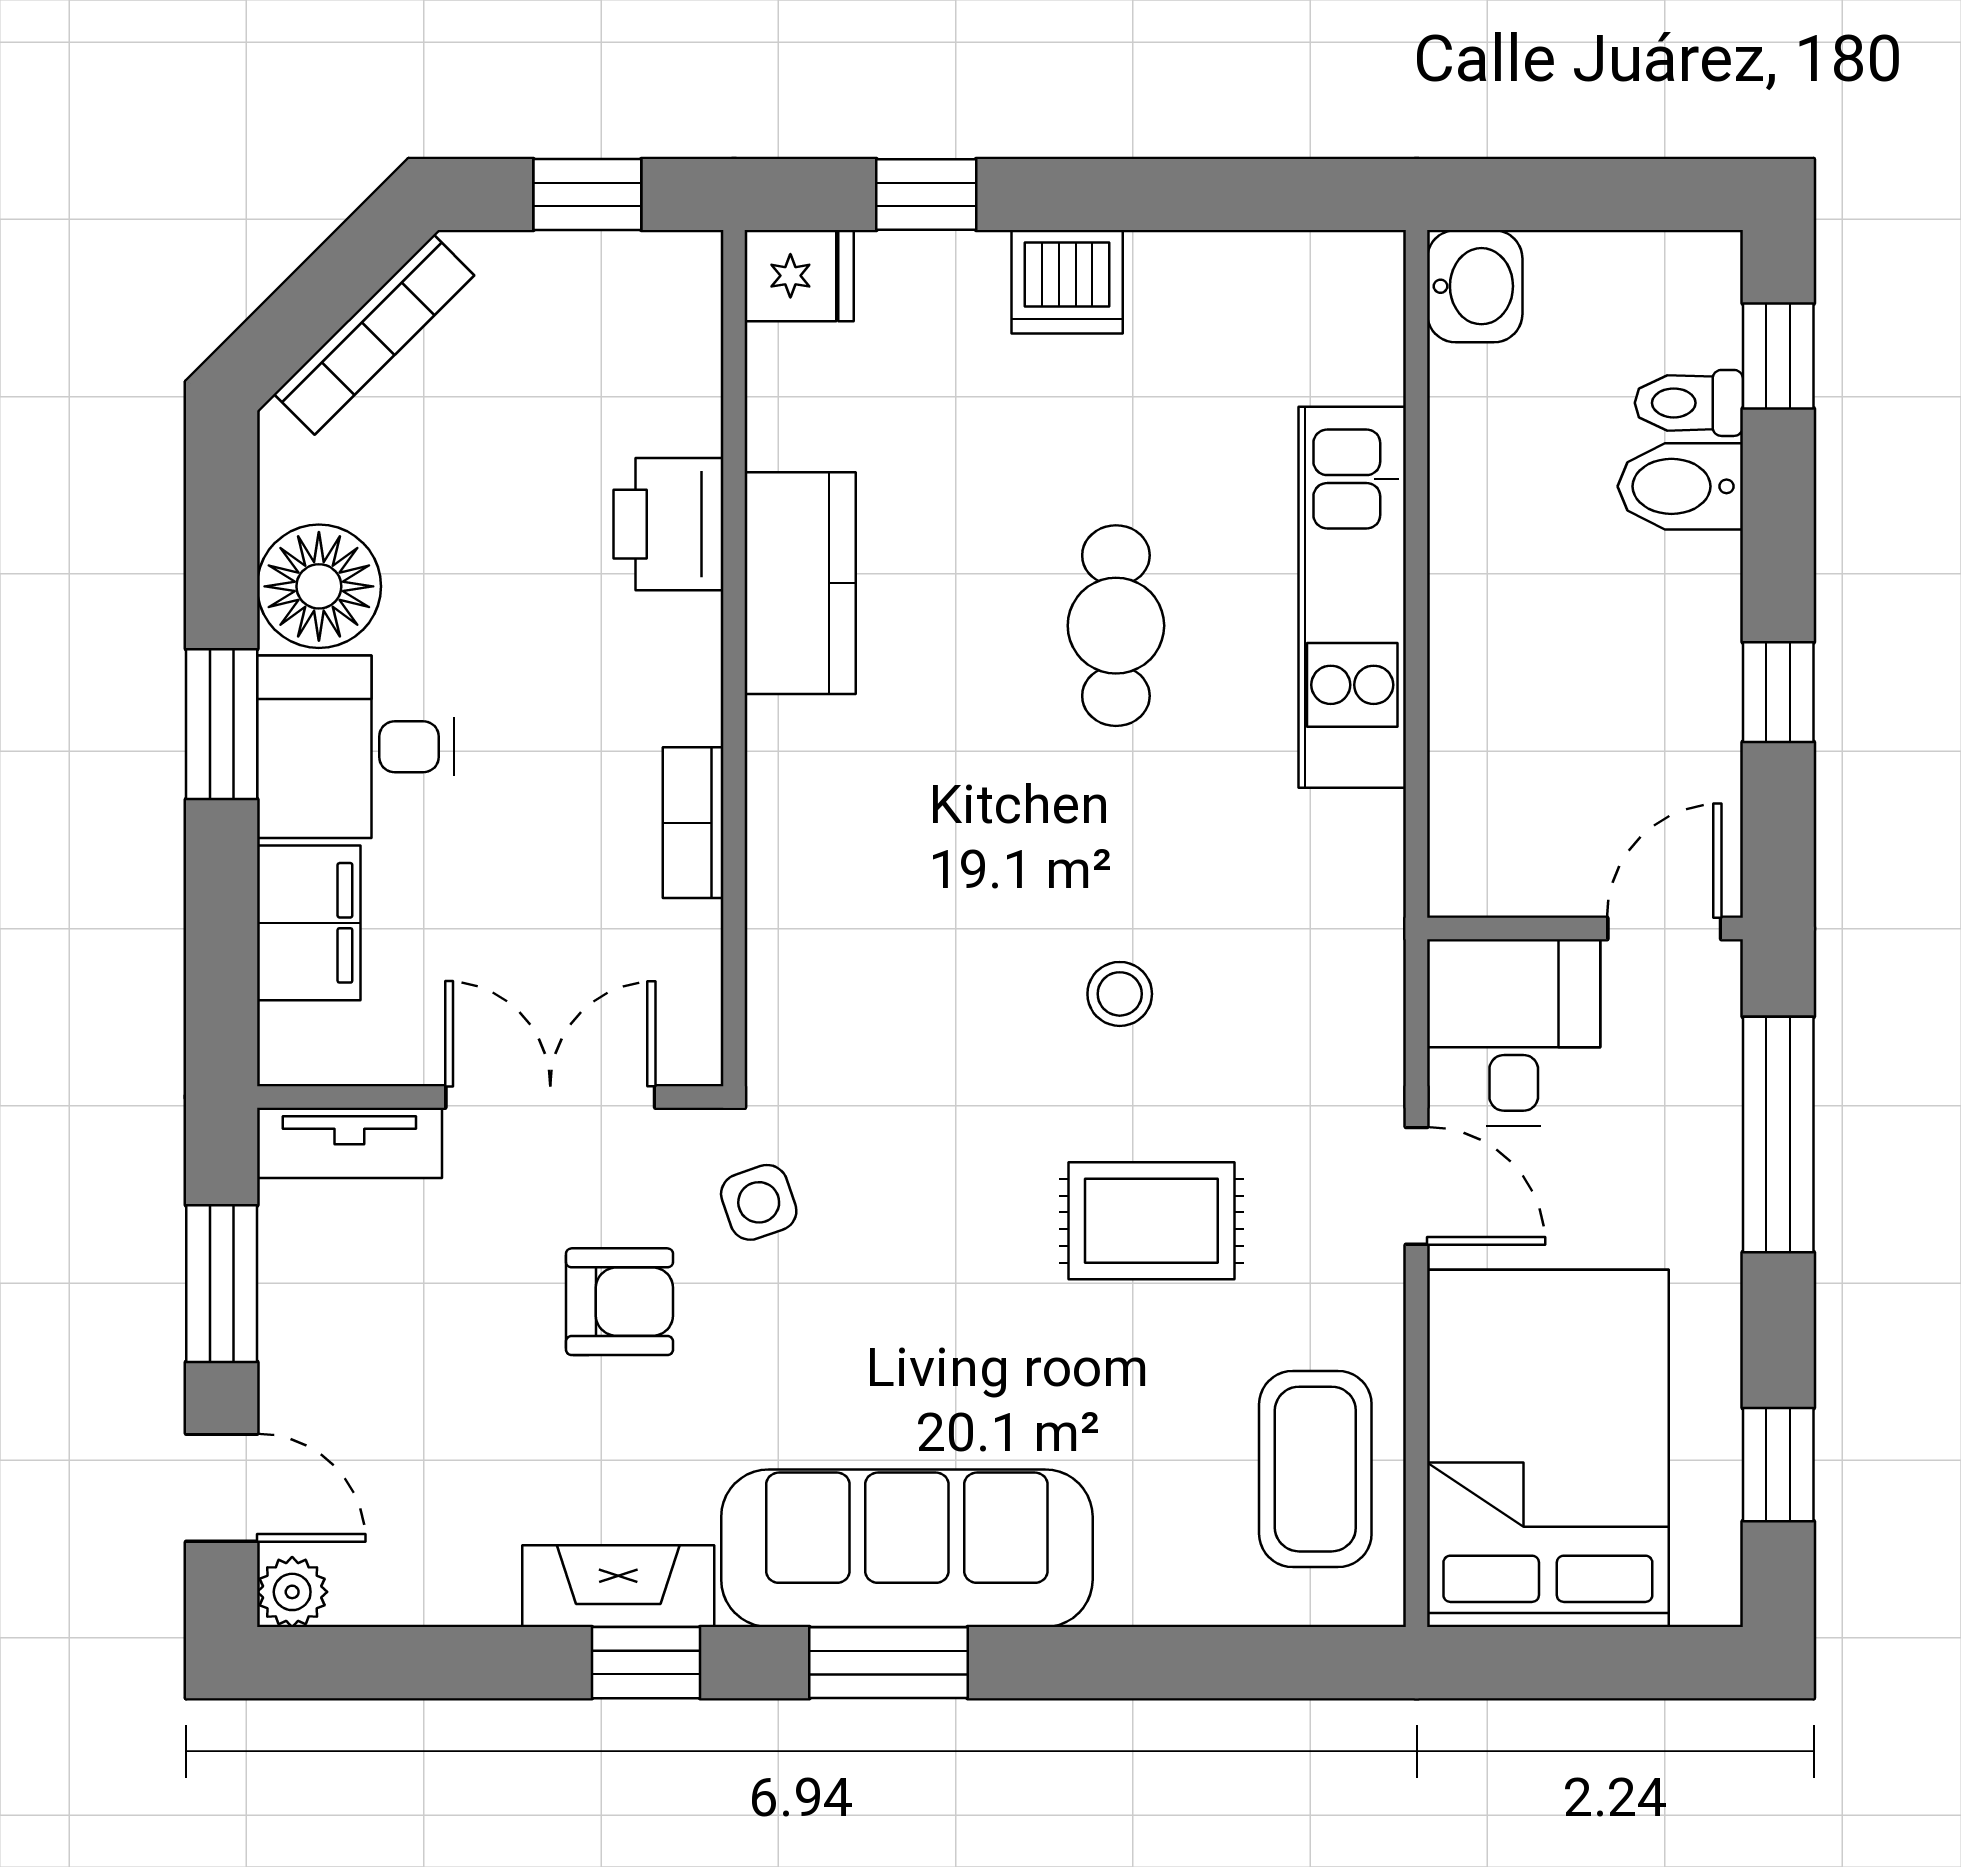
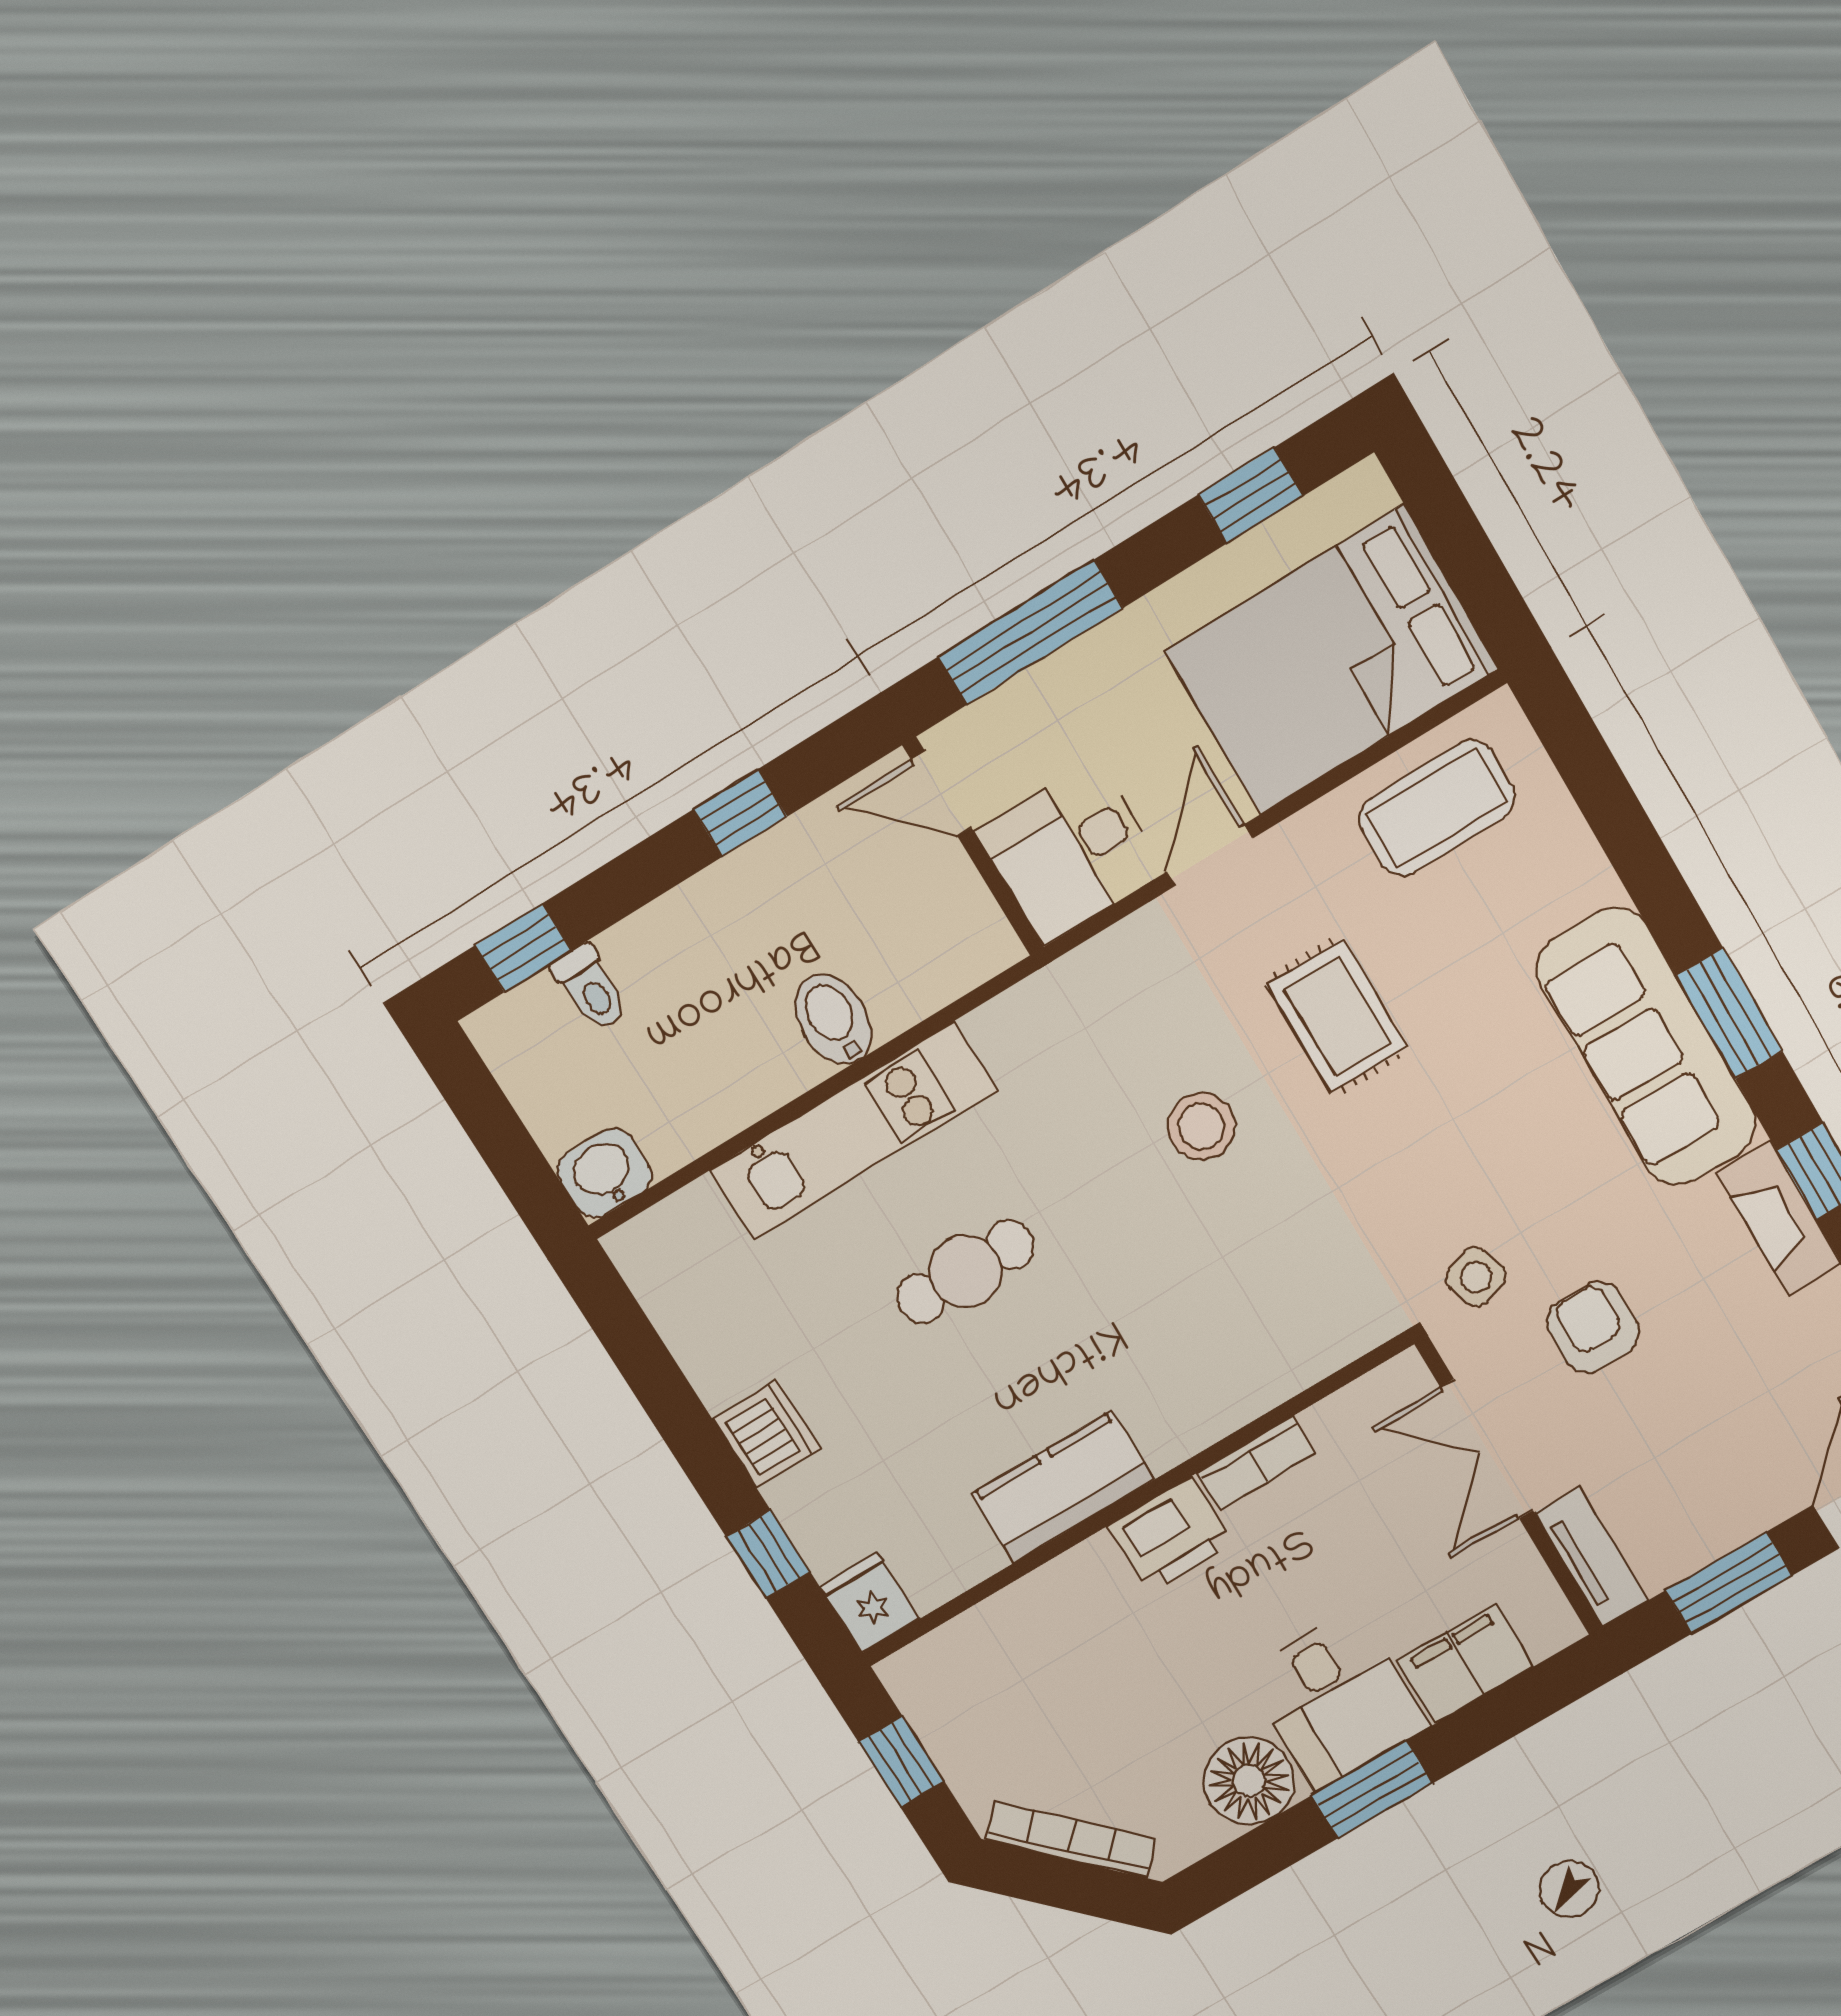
bidet: (1680, 486) -> (833, 1019), moved, turned 180
printer: (668, 524) -> (1171, 1535), moved
stool: (1120, 994) -> (1201, 1126), width x1.37, depth x1.37

